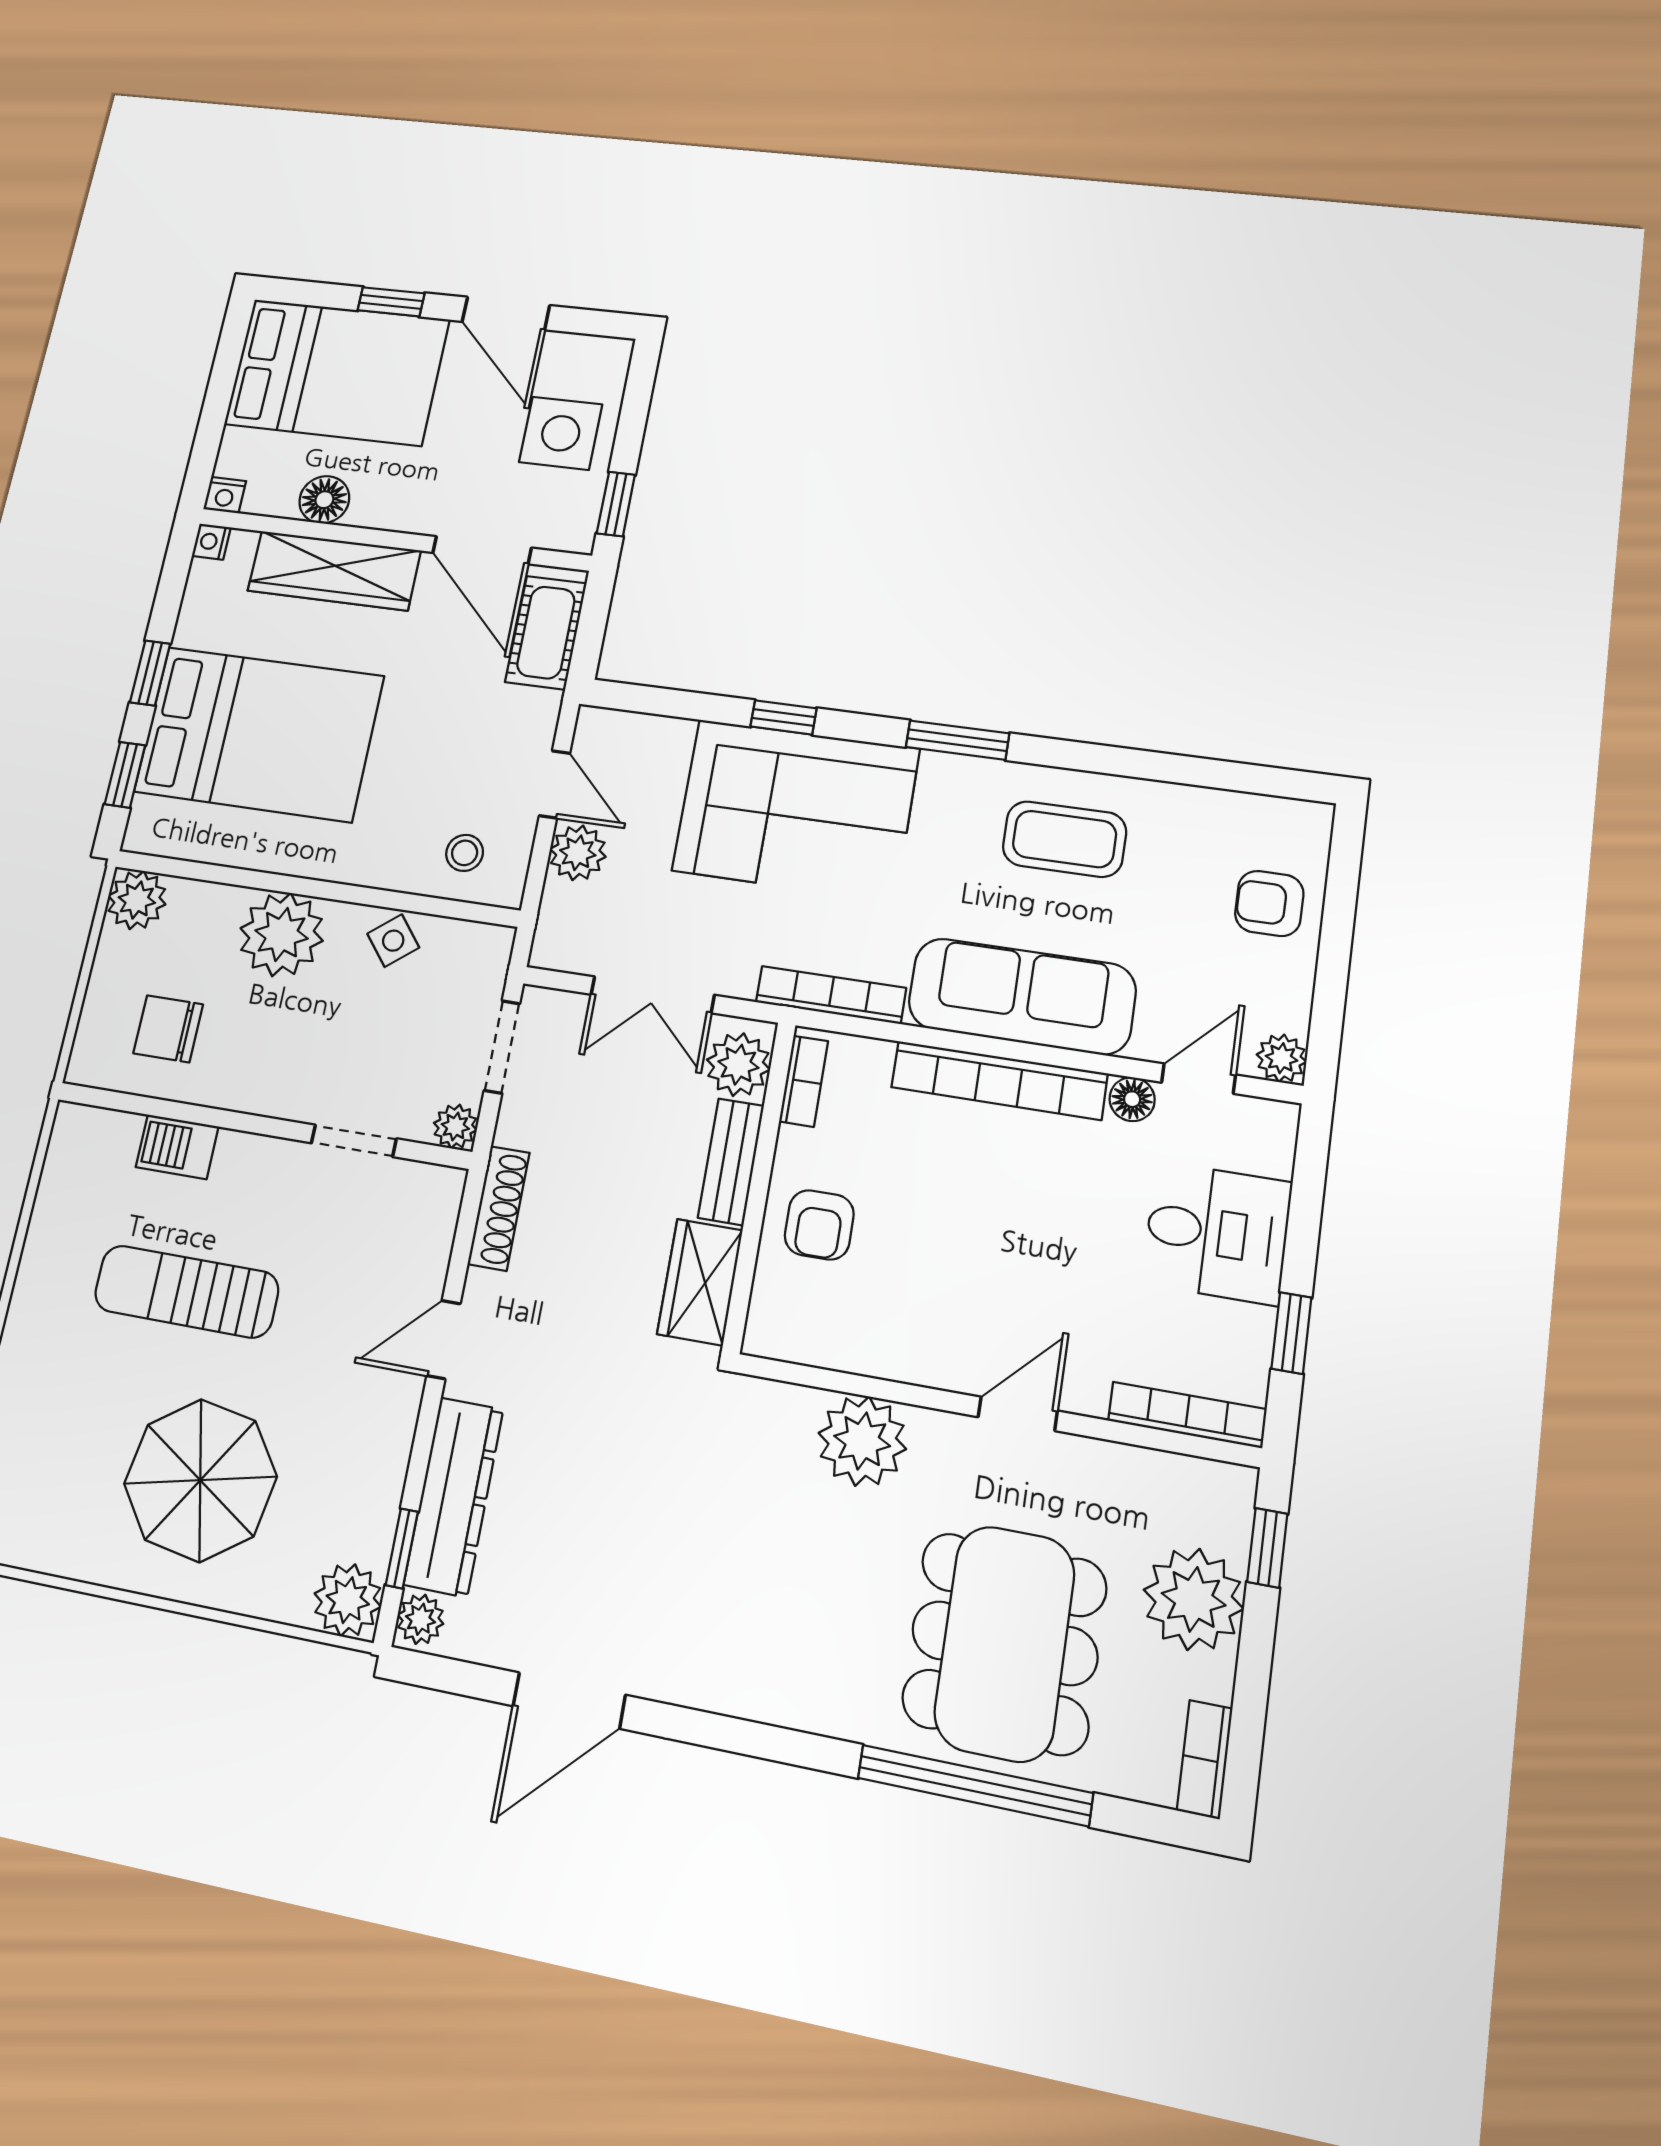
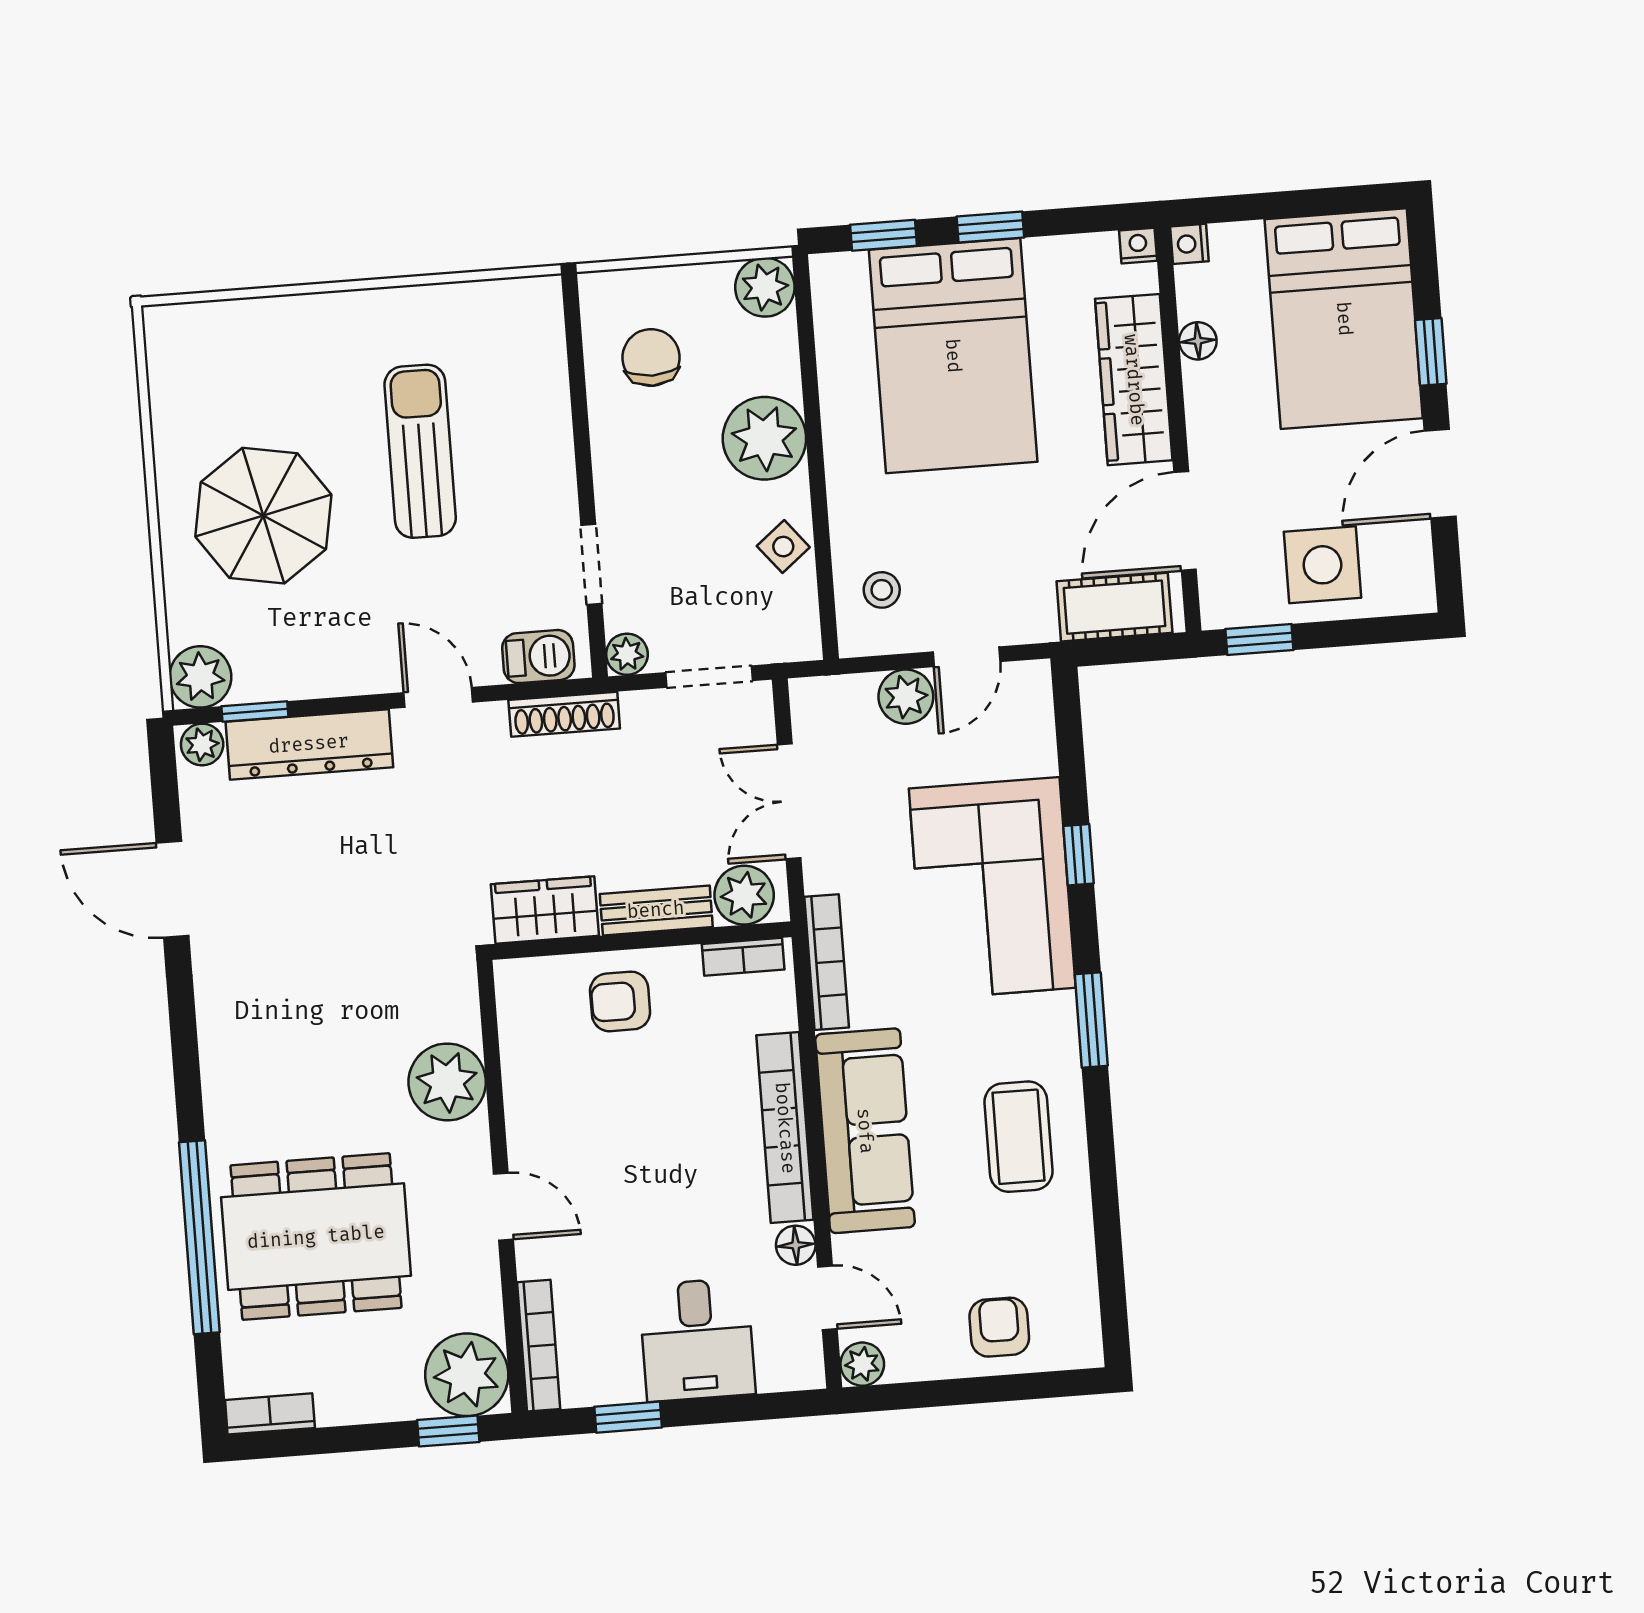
floor lamp: (324, 500) -> (1198, 341), width x0.73, depth x0.73
barbecue: (177, 1147) -> (538, 657), moved, turned 90
plant: (1194, 1599) -> (467, 1375), moved

